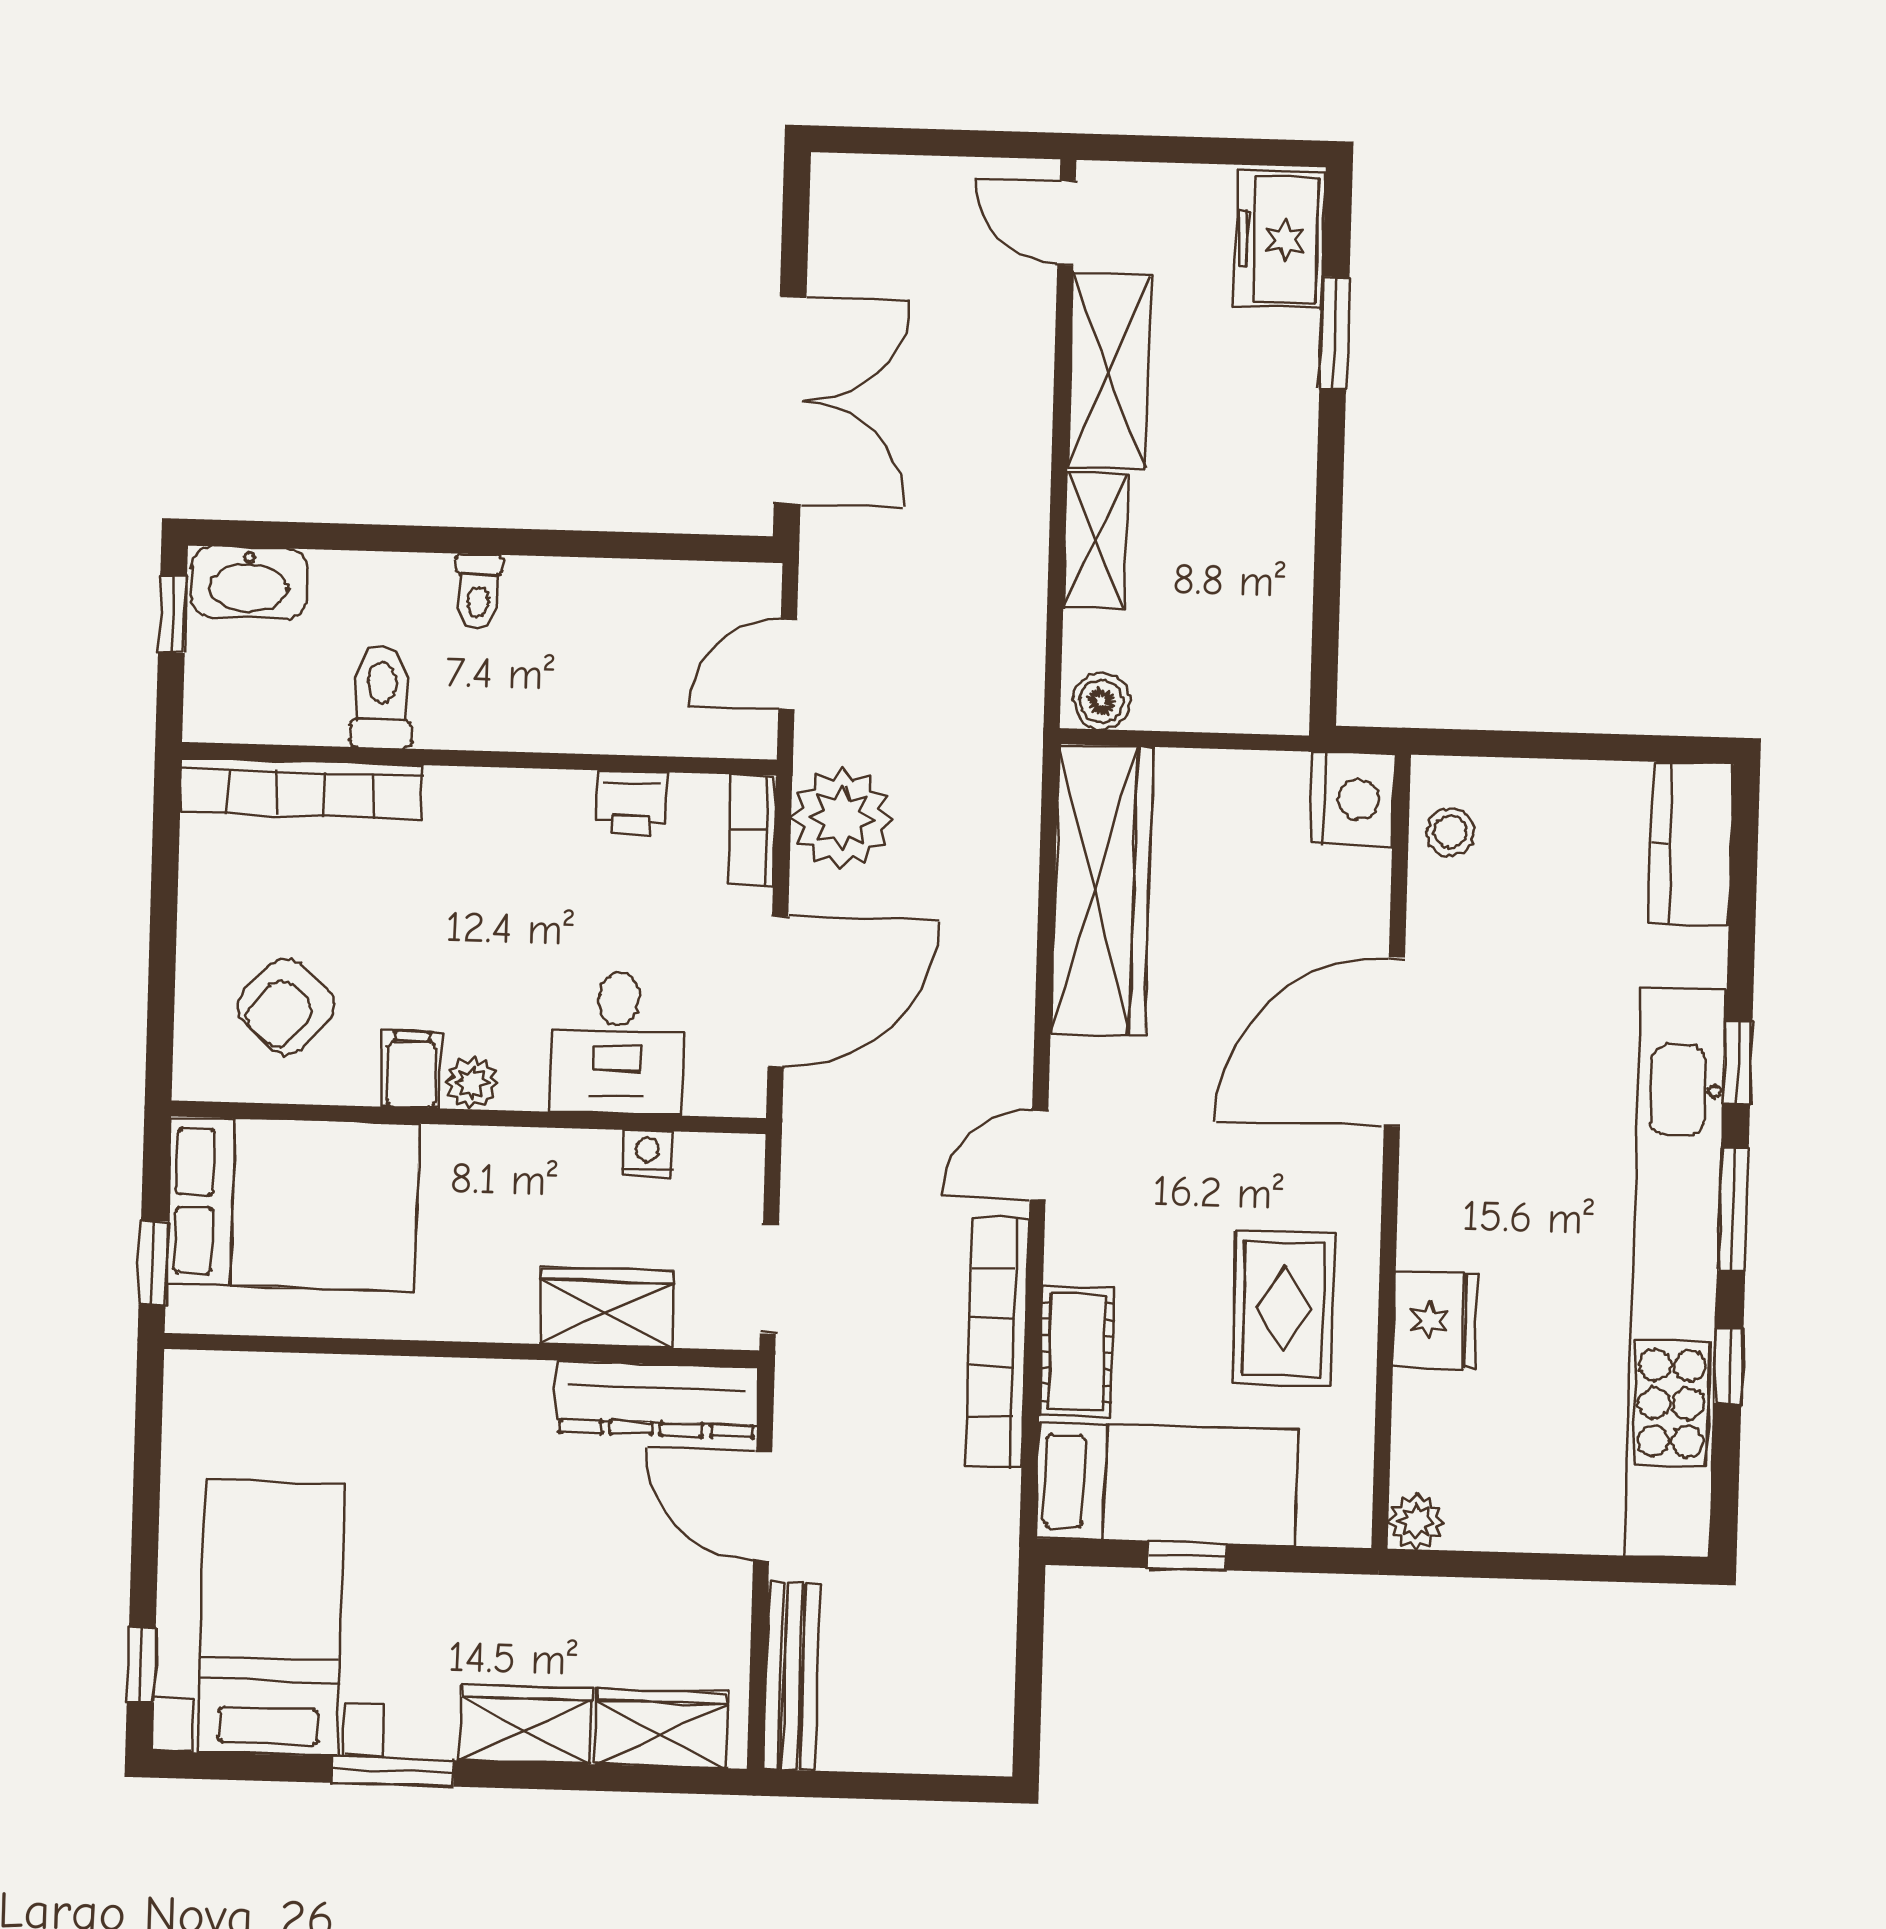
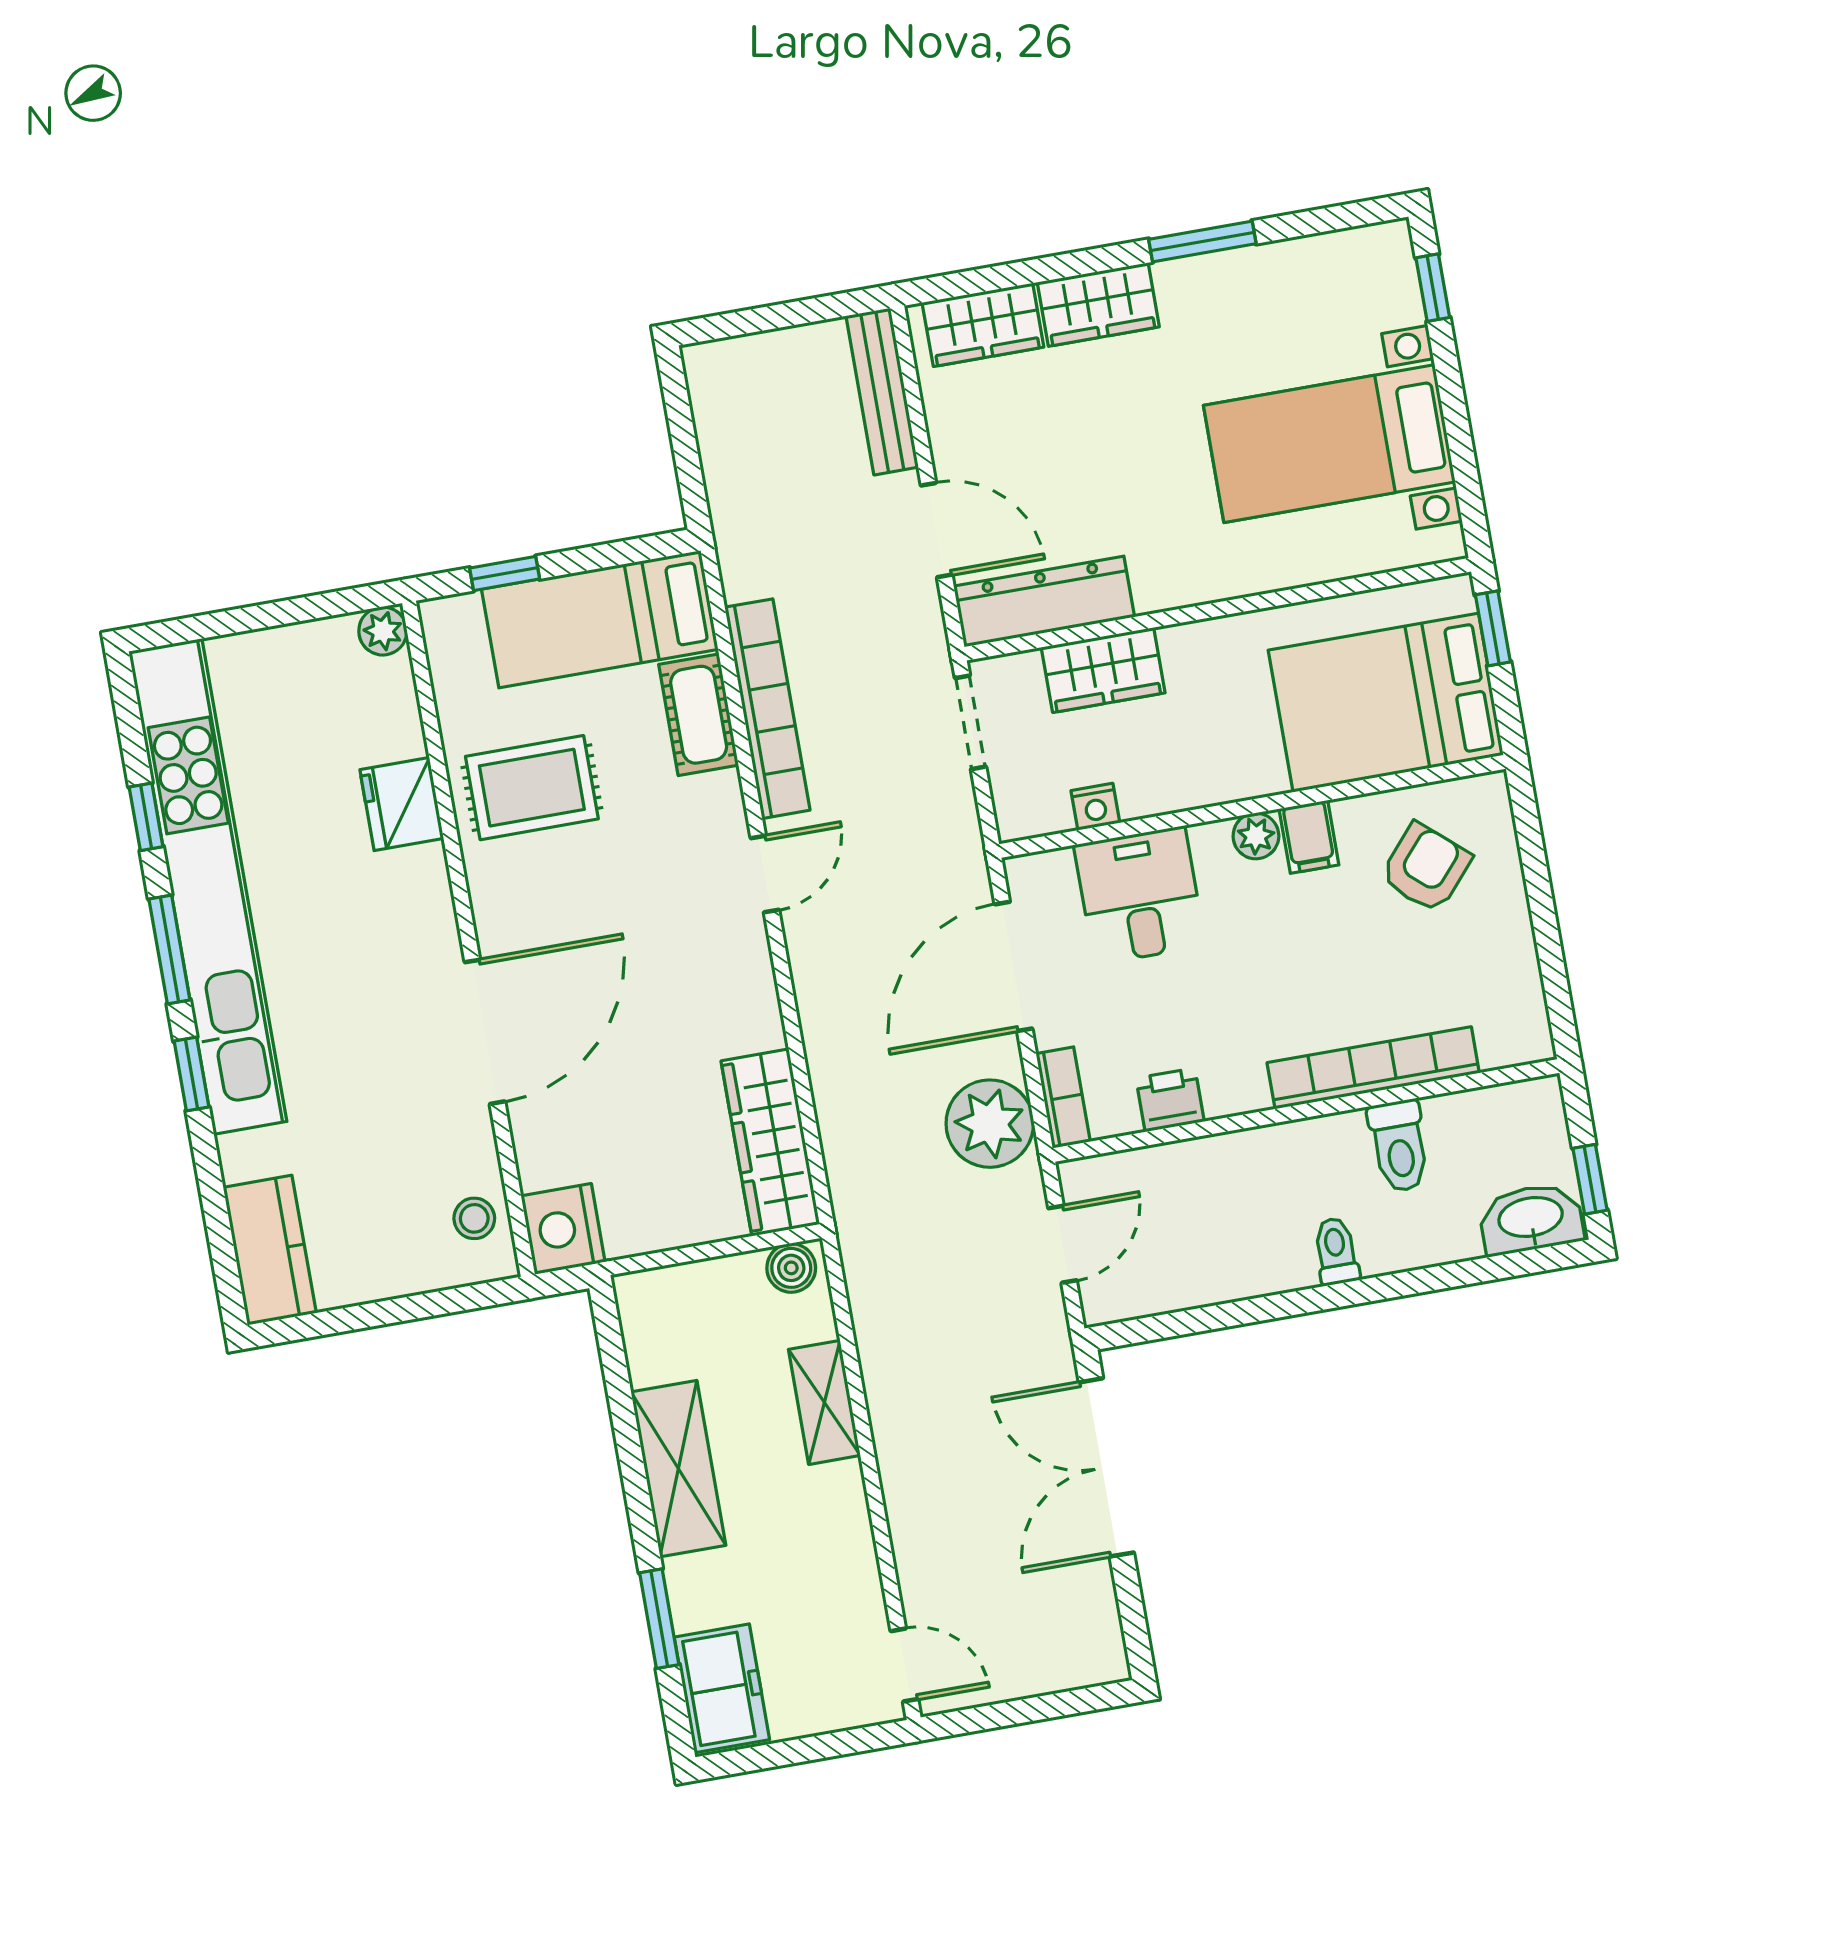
shelving: (1109, 370) -> (678, 1469), moved
bookcase: (301, 789) -> (1373, 1068), moved
wardrobe: (1102, 890) -> (770, 1143), width x0.71, depth x0.85
rug: (1283, 1308) -> (532, 788), turned 90
window: (1187, 1556) -> (505, 574), moved
bed with nightstands: (271, 1618) -> (1329, 444), moved, turned 90

